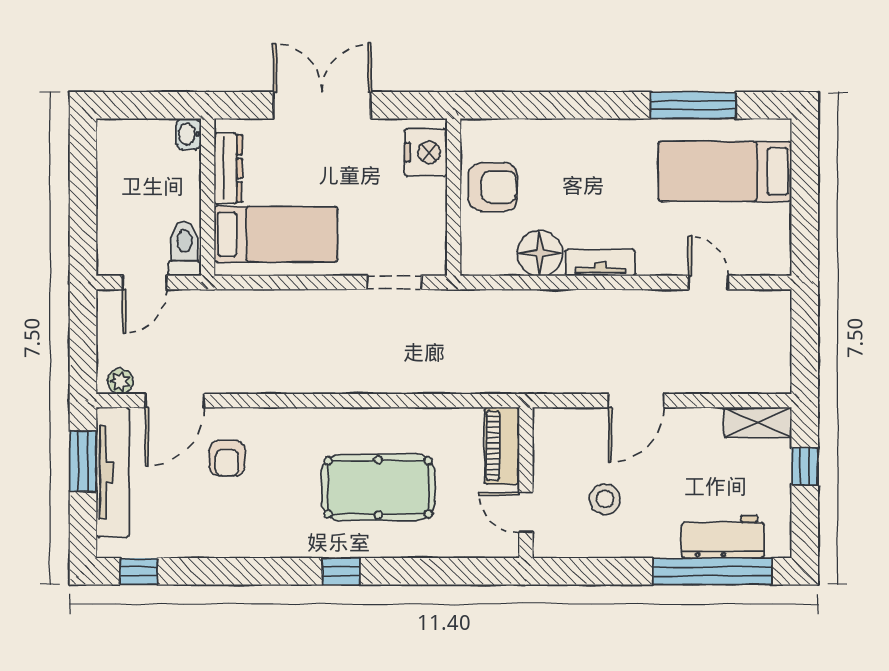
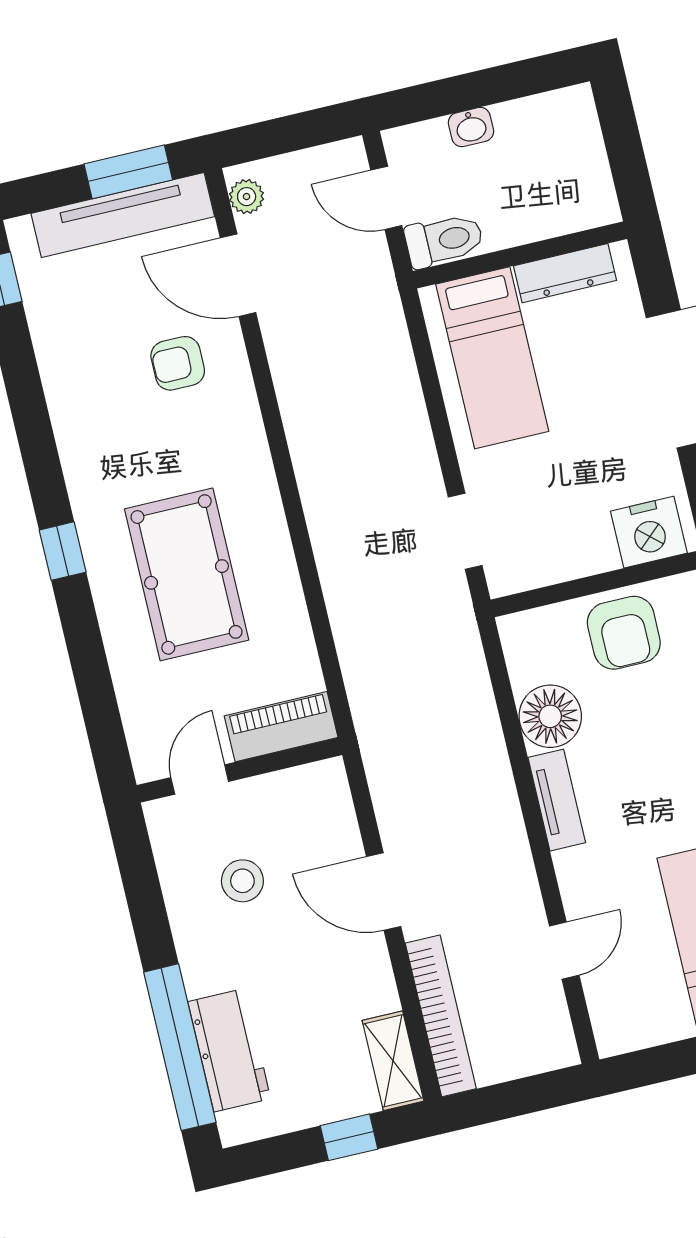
washbasin: (188, 134) -> (471, 127), moved, turned 180
bookcase: (734, 381) -> (441, 1016), added

